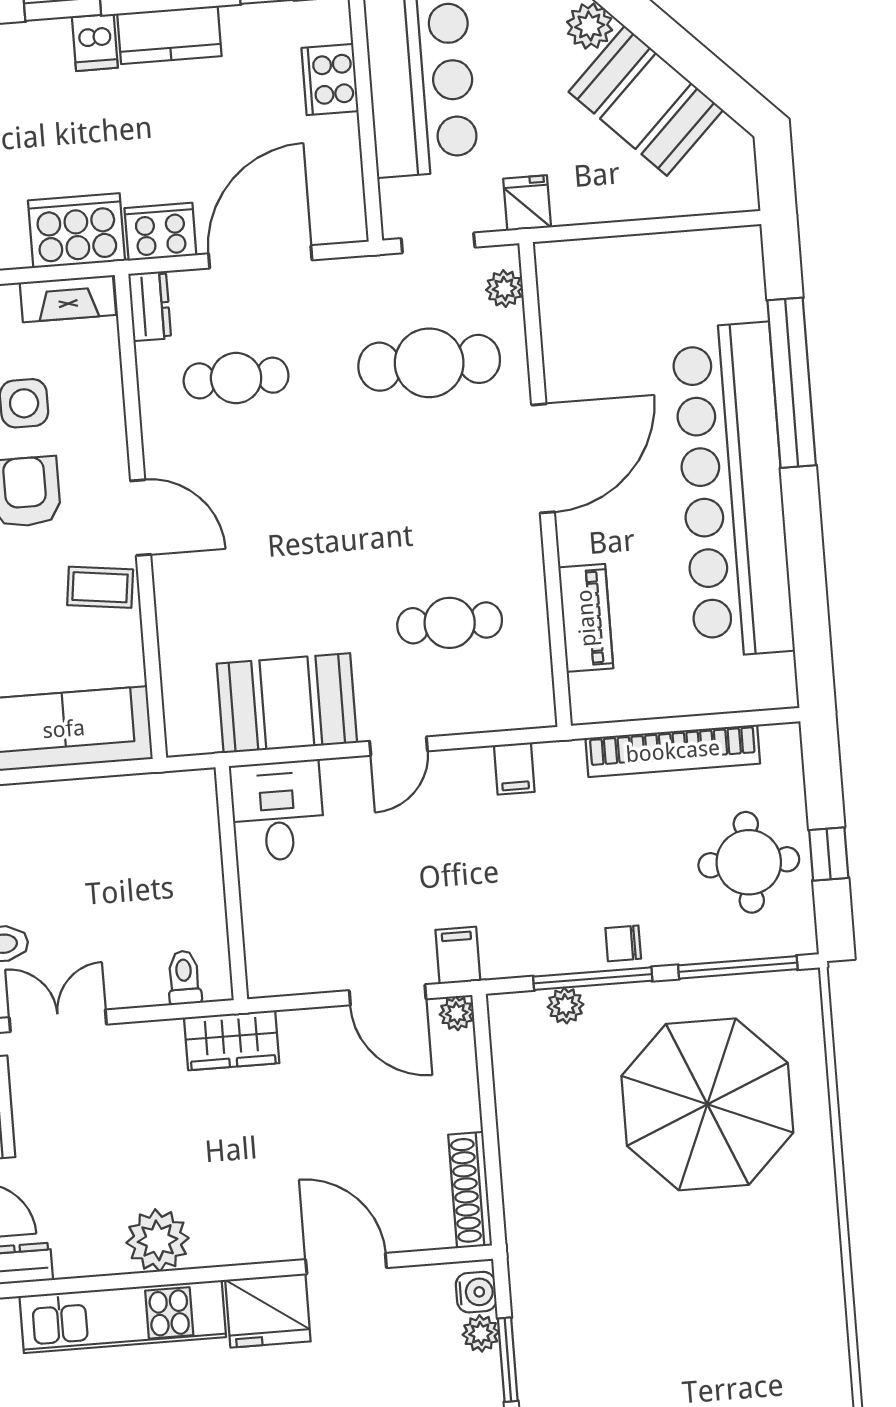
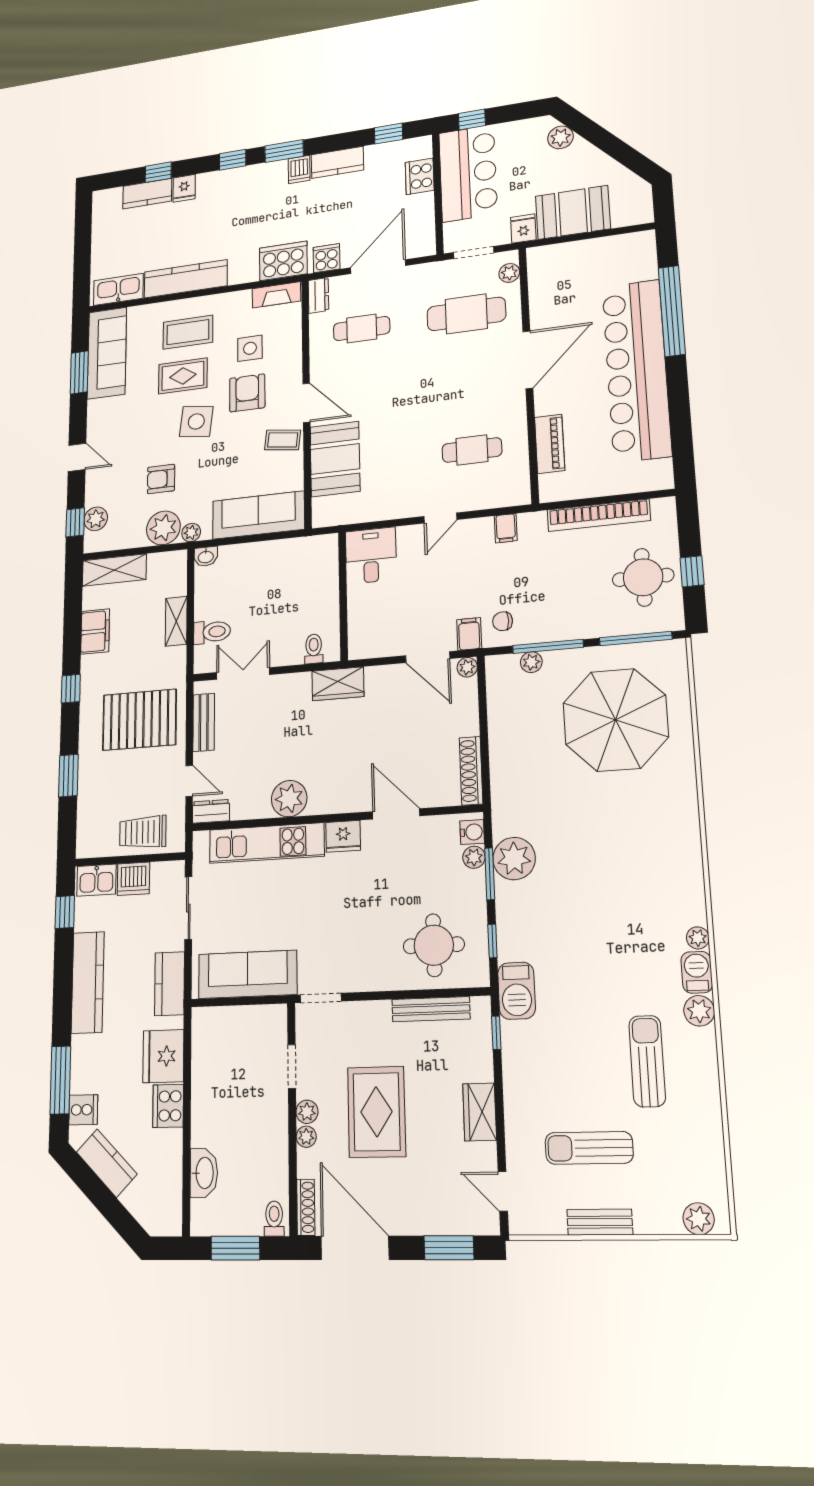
booth: (646, 101) -> (573, 212), moved, turned -45
cooker: (160, 232) -> (327, 258), width x0.73
booth: (287, 703) -> (335, 459), moved, turned 90
chair: (623, 943) -> (503, 621), moved
fridge: (268, 1311) -> (343, 836), width x0.73, depth x0.75
plant: (547, 1334) -> (514, 859), added

